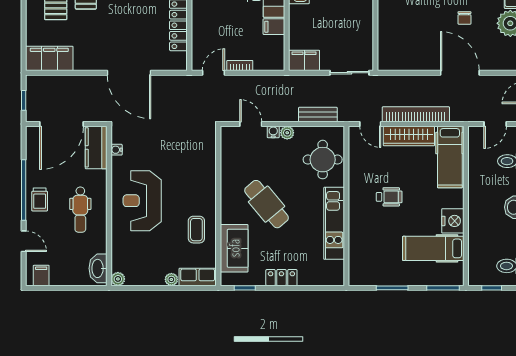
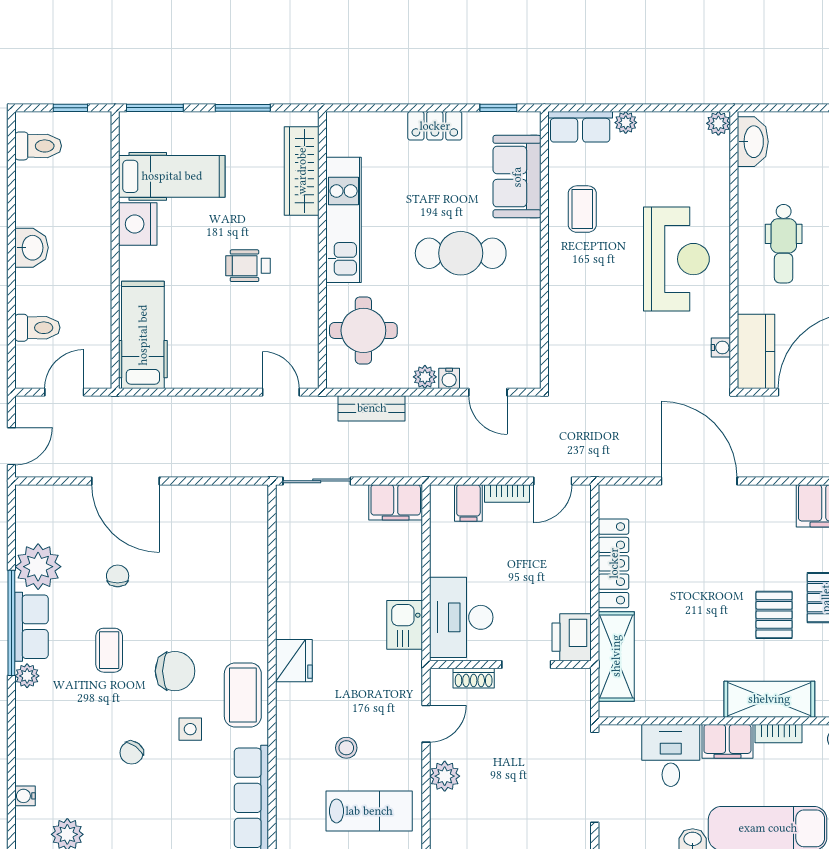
filing cabinet: (274, 27) -> (468, 503), moved, turned 90
bookcase: (416, 114) -> (202, 409), removed
wardrobe: (409, 136) -> (302, 171), moved, turned -90
cafe table: (267, 204) -> (461, 253), turned -50
dental chair: (80, 210) -> (784, 244), turned 180

